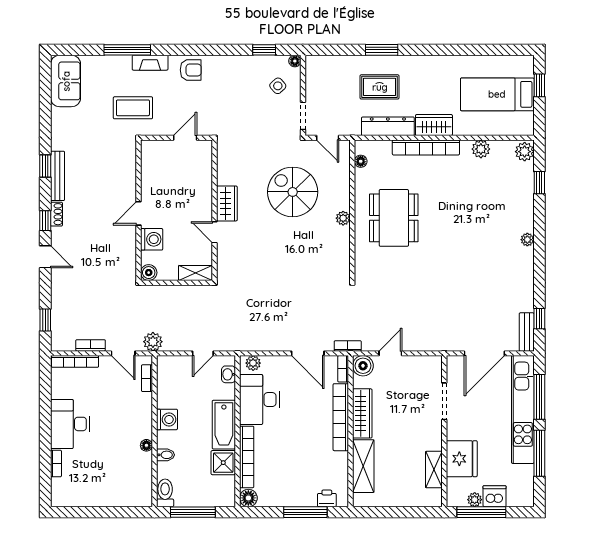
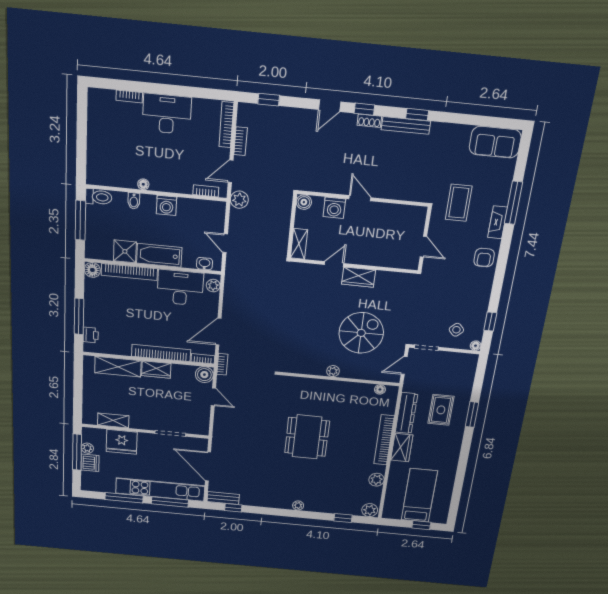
dining table: (394, 218) -> (307, 437), moved, turned 90
wardrobe: (362, 413) -> (156, 370), width x0.67

